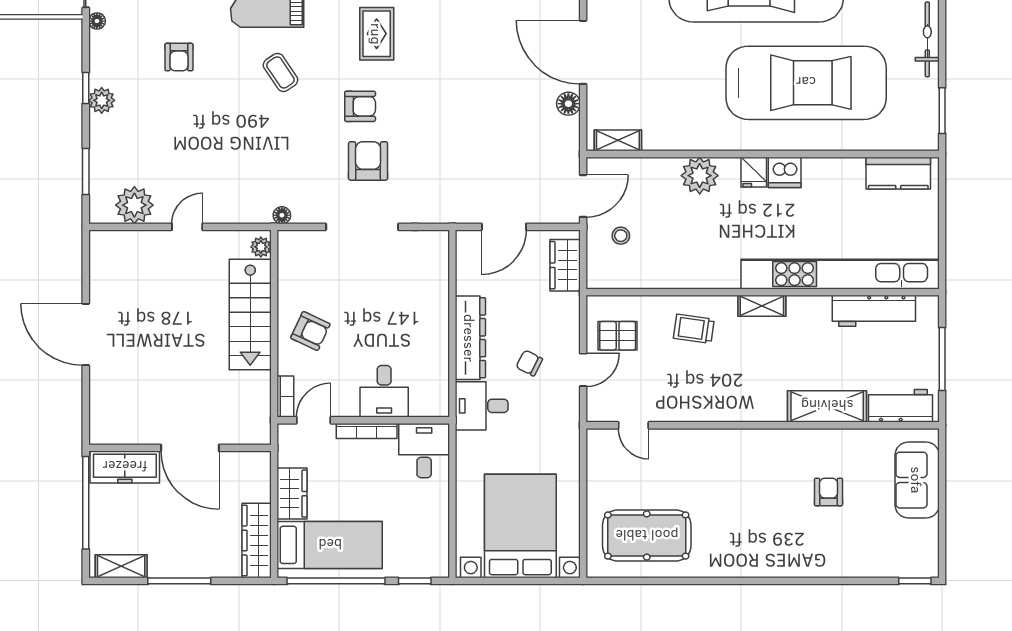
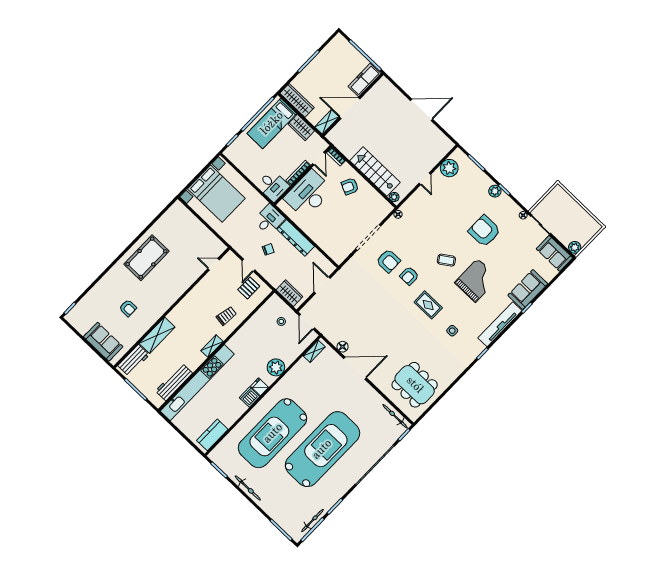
armchair: (179, 57) -> (484, 231), width x1.88, depth x1.88
desk: (384, 391) -> (308, 194), width x1.87, depth x1.30
pool table: (647, 536) -> (146, 258), moved
shelving: (121, 566) -> (327, 122), moved

